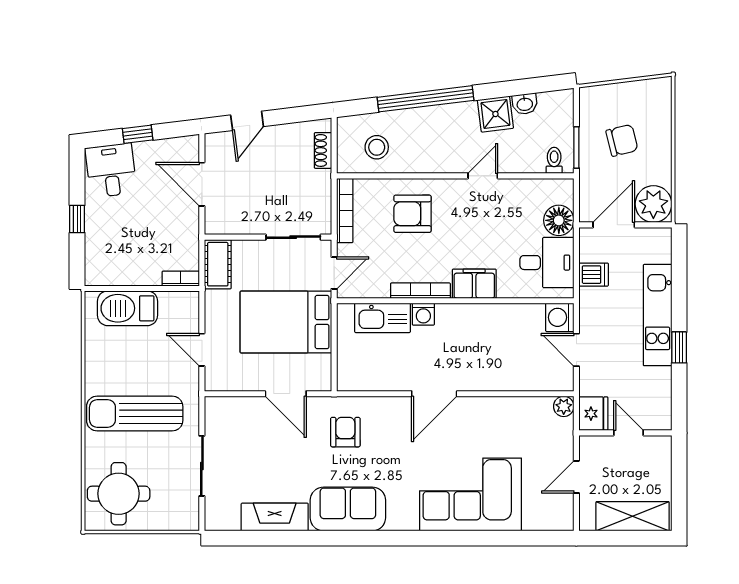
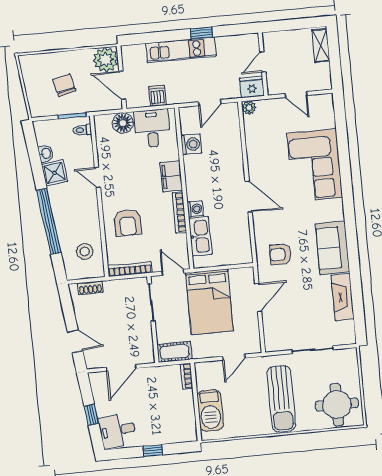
washing machine: (560, 317) -> (191, 144), moved, turned -90
shelving: (633, 516) -> (321, 45), width x0.67, depth x0.75

